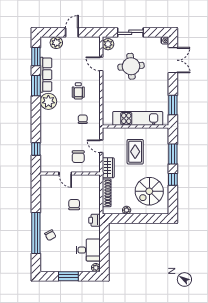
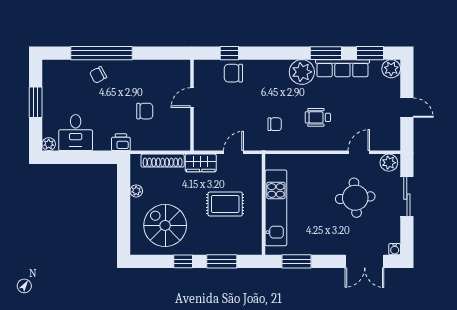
plant: (56, 43) -> (391, 69), moved
chair: (78, 157) -> (233, 73), moved

